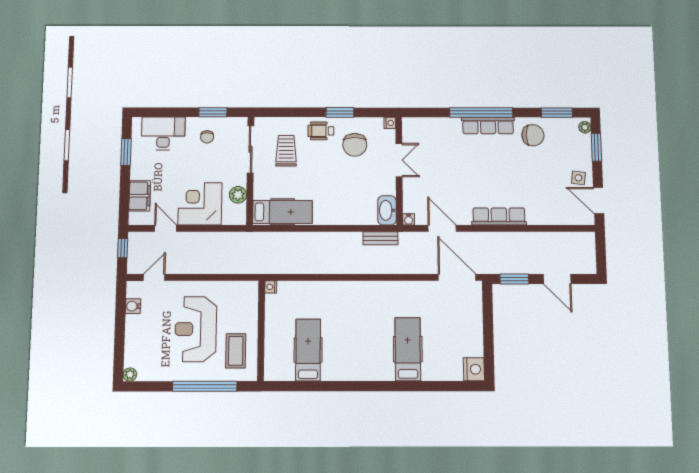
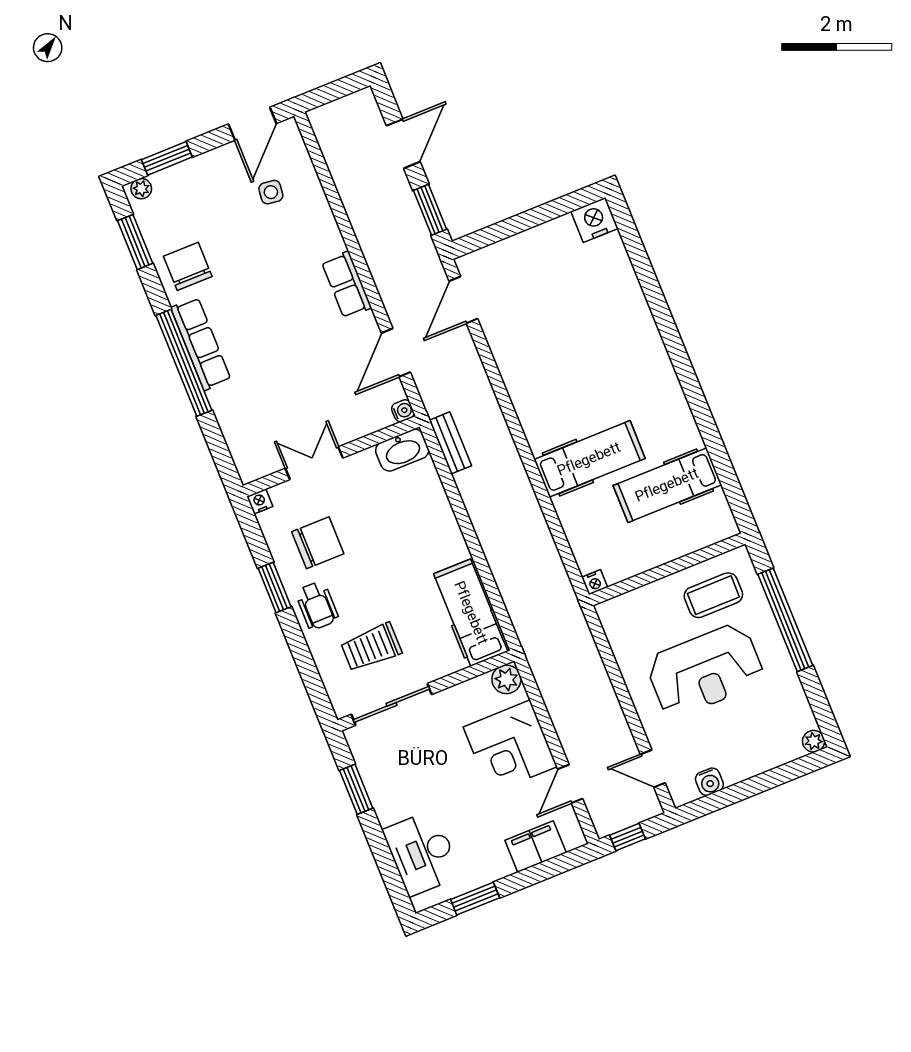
chair: (207, 137) -> (399, 781), removed
side table: (578, 178) -> (271, 192), moved
plant: (238, 195) -> (506, 679), moved
row of seats: (499, 216) -> (347, 285), width x0.68
door: (457, 277) -> (463, 300), width x0.73
hospital bed: (408, 349) -> (589, 459), moved, turned 180

